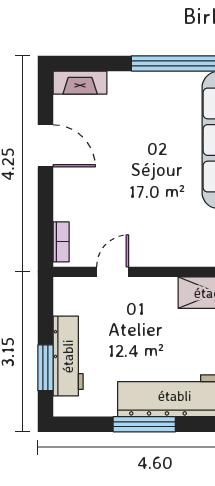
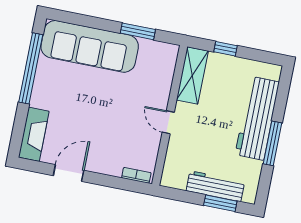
fireplace: (80, 83) -> (34, 134), width x1.37, depth x1.32
door: (113, 272) -> (168, 122), moved

